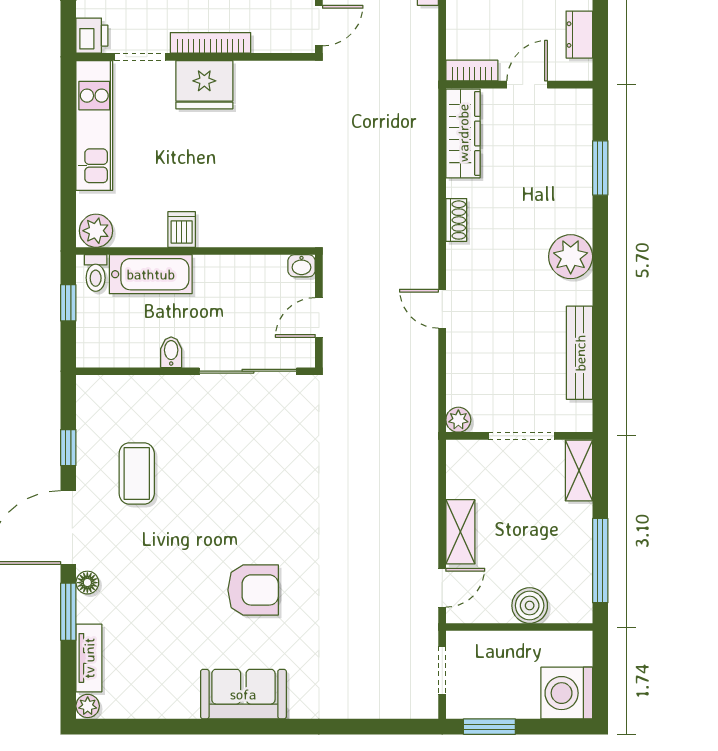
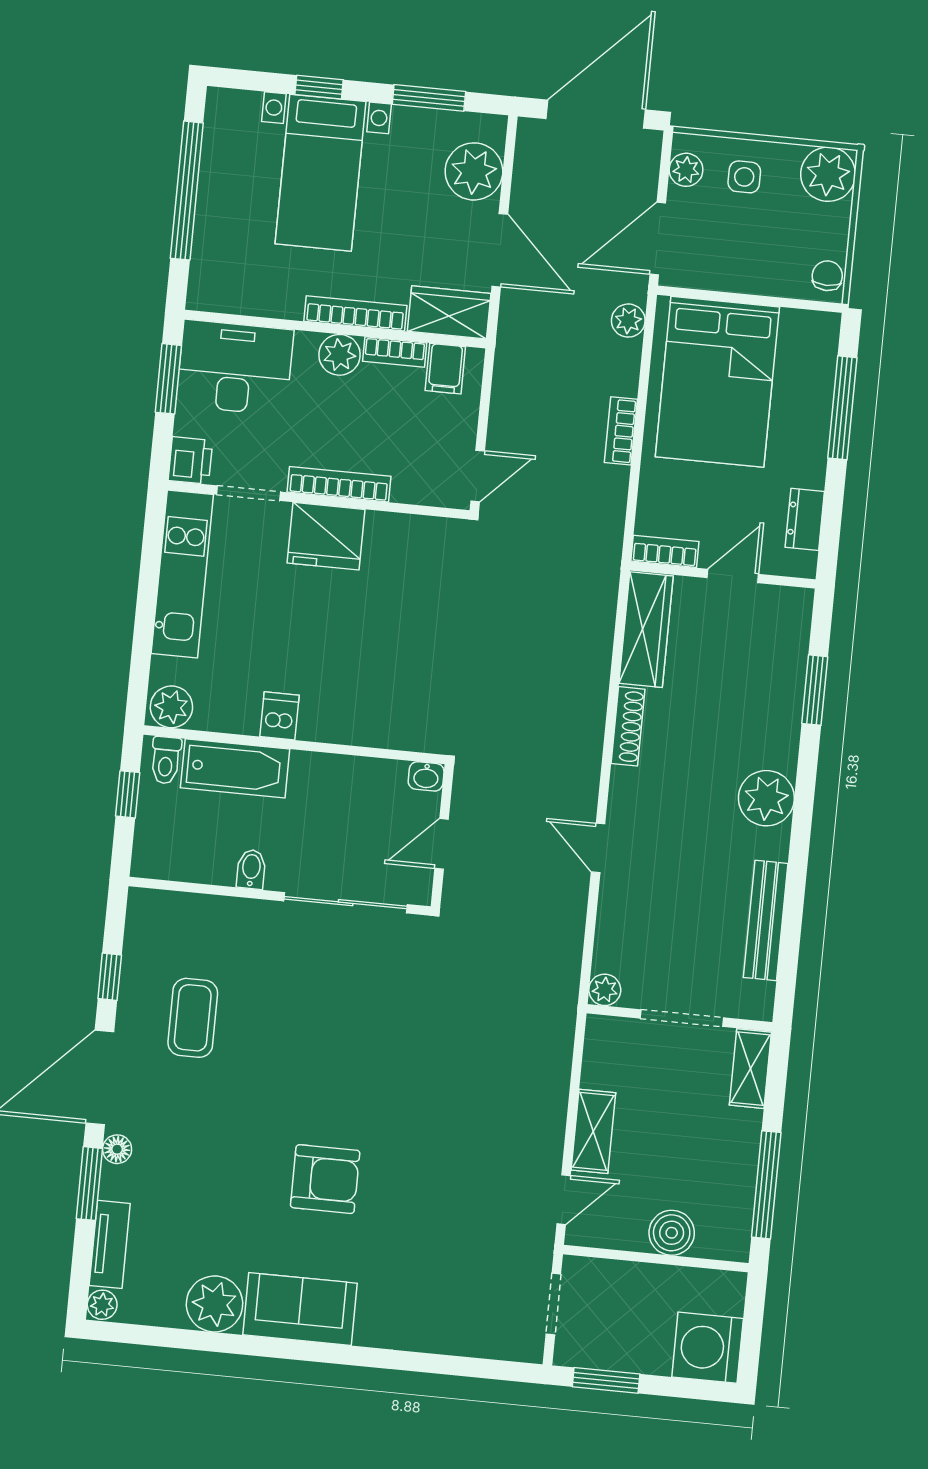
shoe rack: (456, 220) -> (628, 726), width x1.43
plant: (176, 697) -> (215, 1304), added

